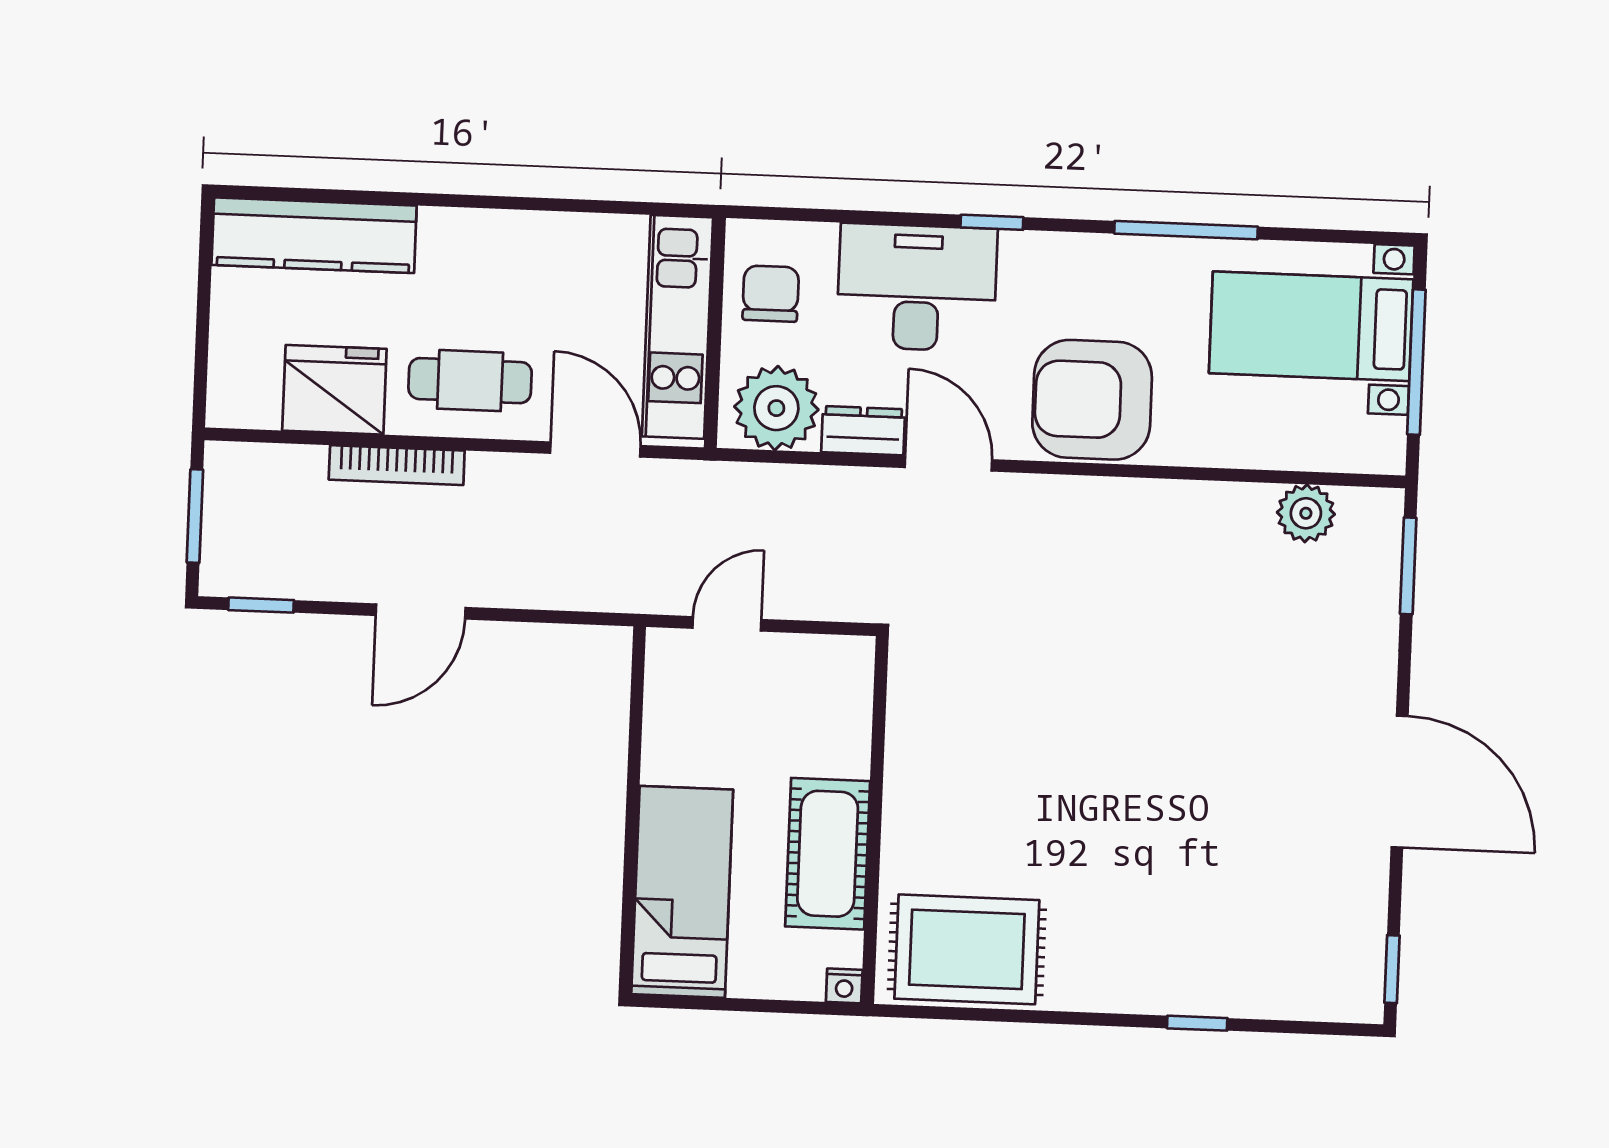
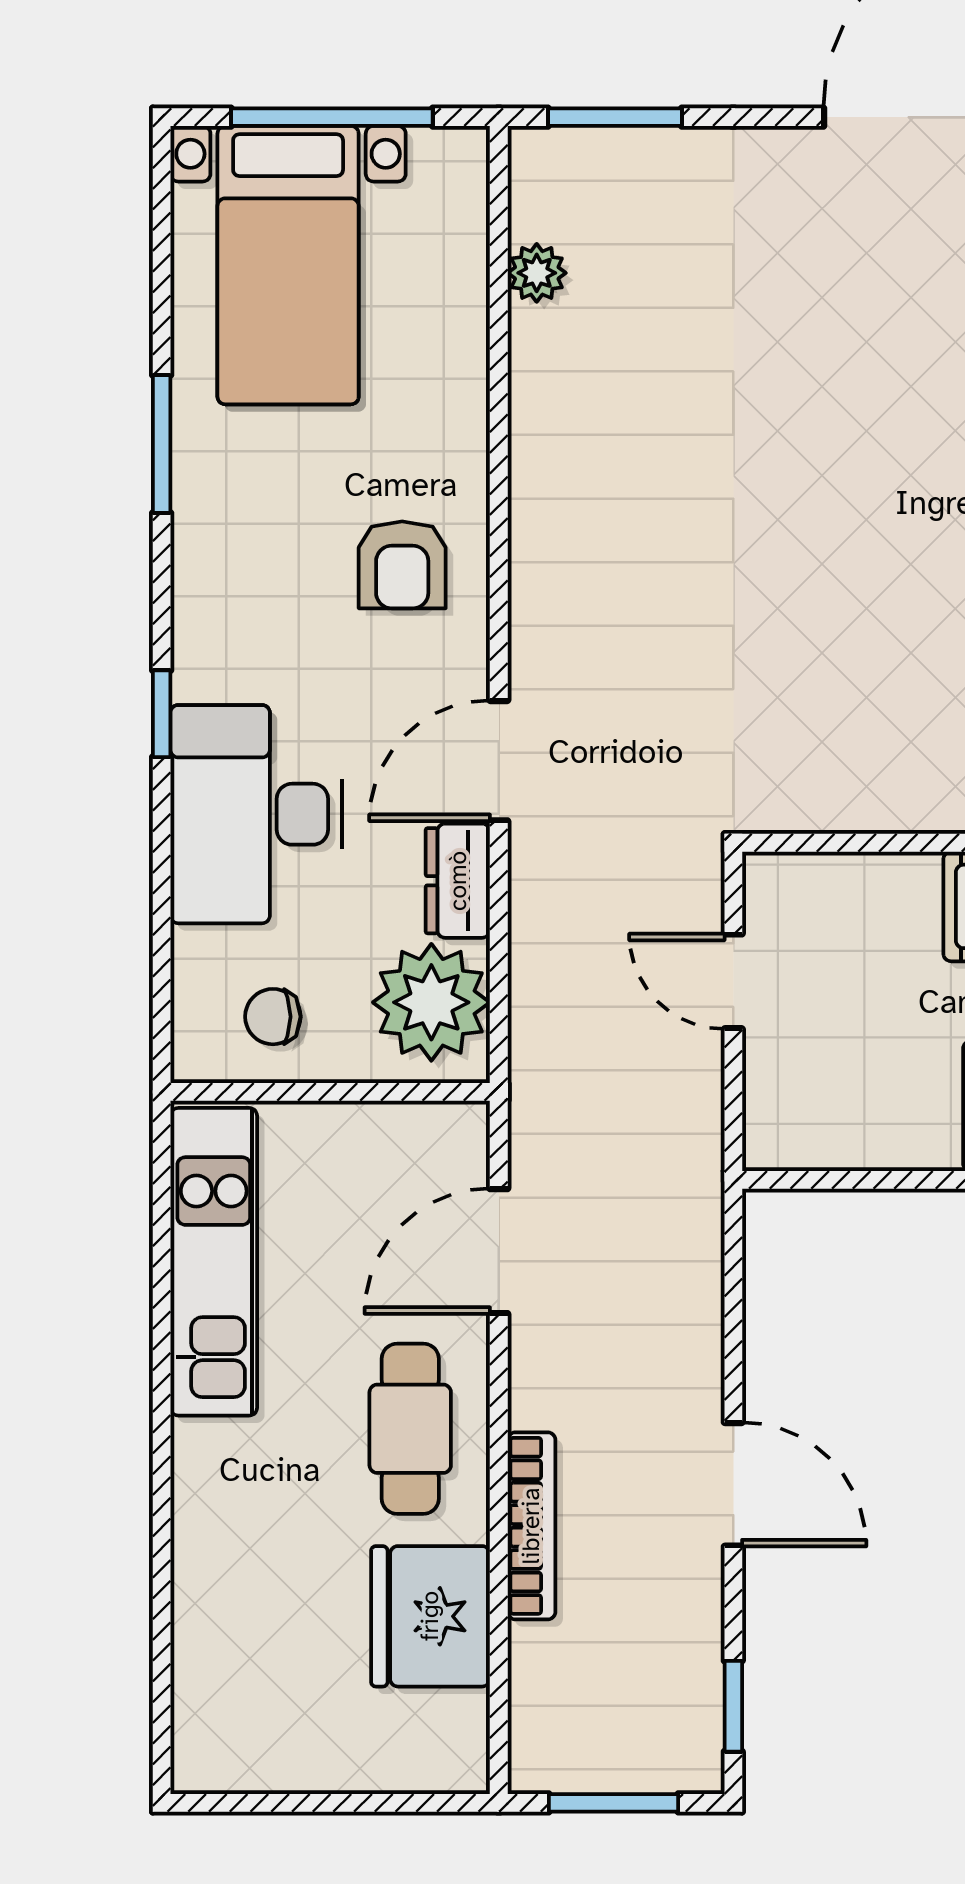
window: (1186, 230) -> (162, 444), width x0.69
kitchen counter: (314, 235) -> (217, 1653), removed
chair: (771, 294) -> (273, 1017), width x0.73, depth x0.73
kitchen unit: (677, 327) -> (214, 1262), moved, turned -90
armchair: (1092, 400) -> (402, 565), width x0.53, depth x0.53
plant: (1306, 513) -> (537, 273), width x0.73, depth x0.73
door: (727, 624) -> (733, 981), moved

